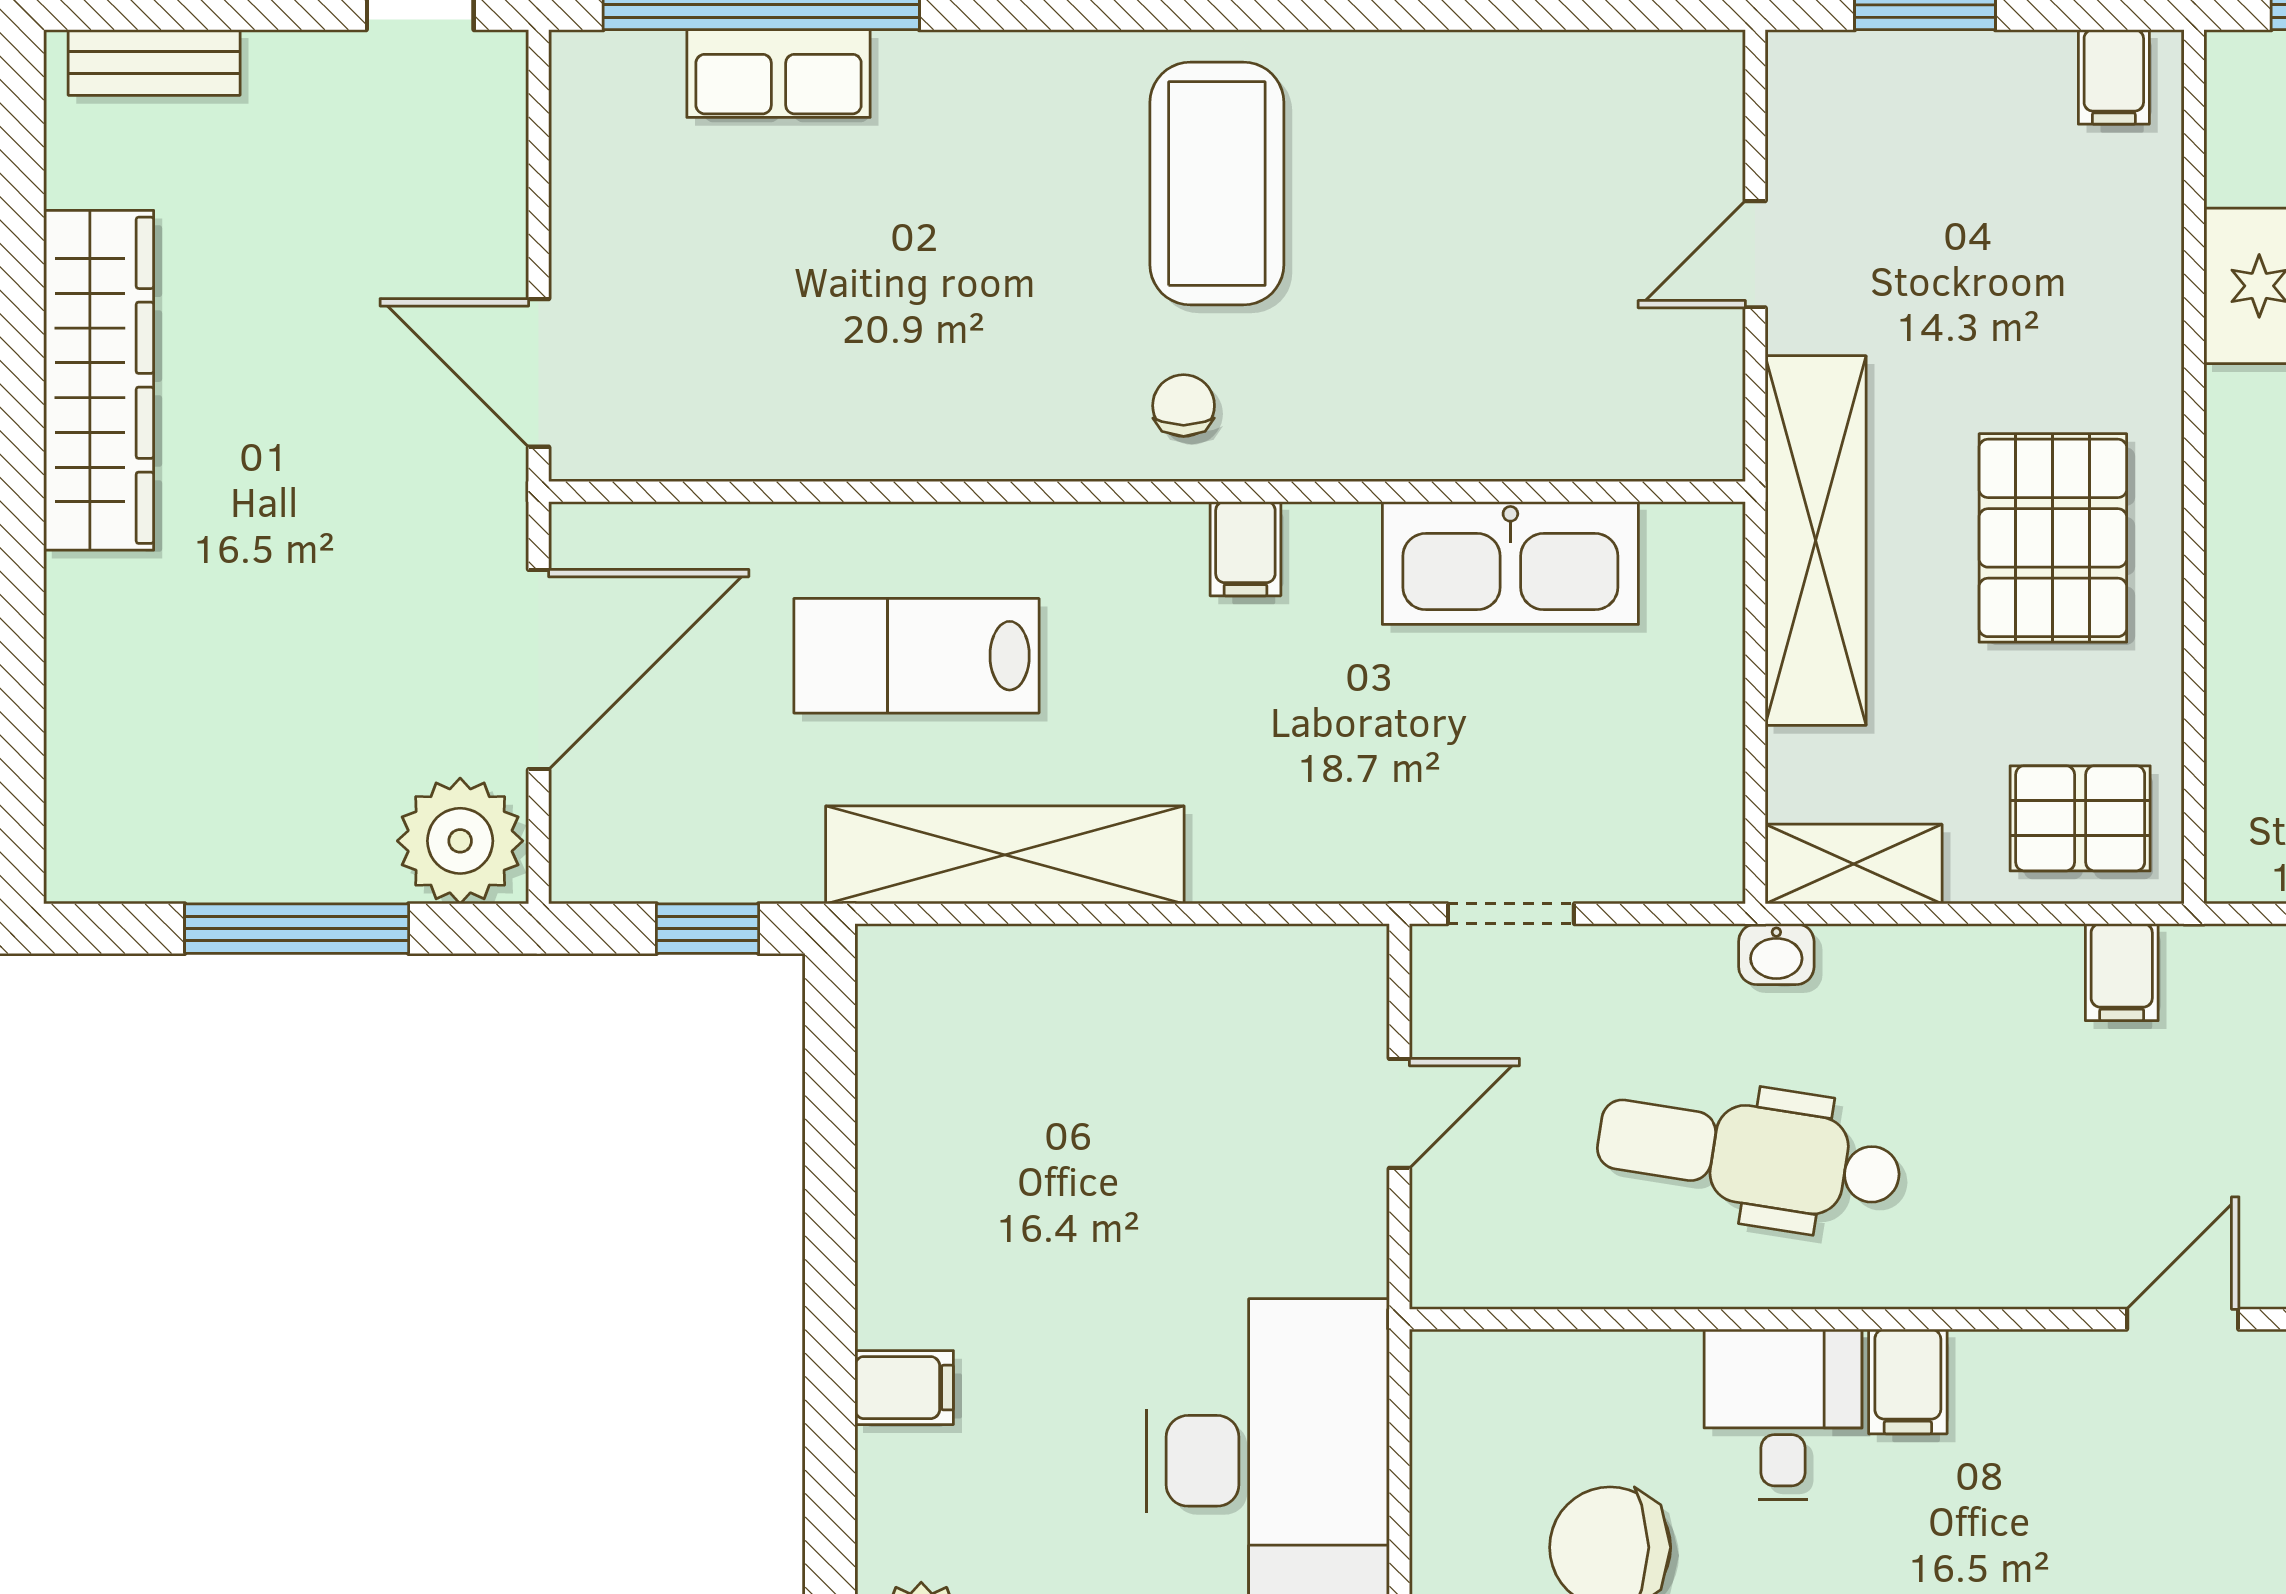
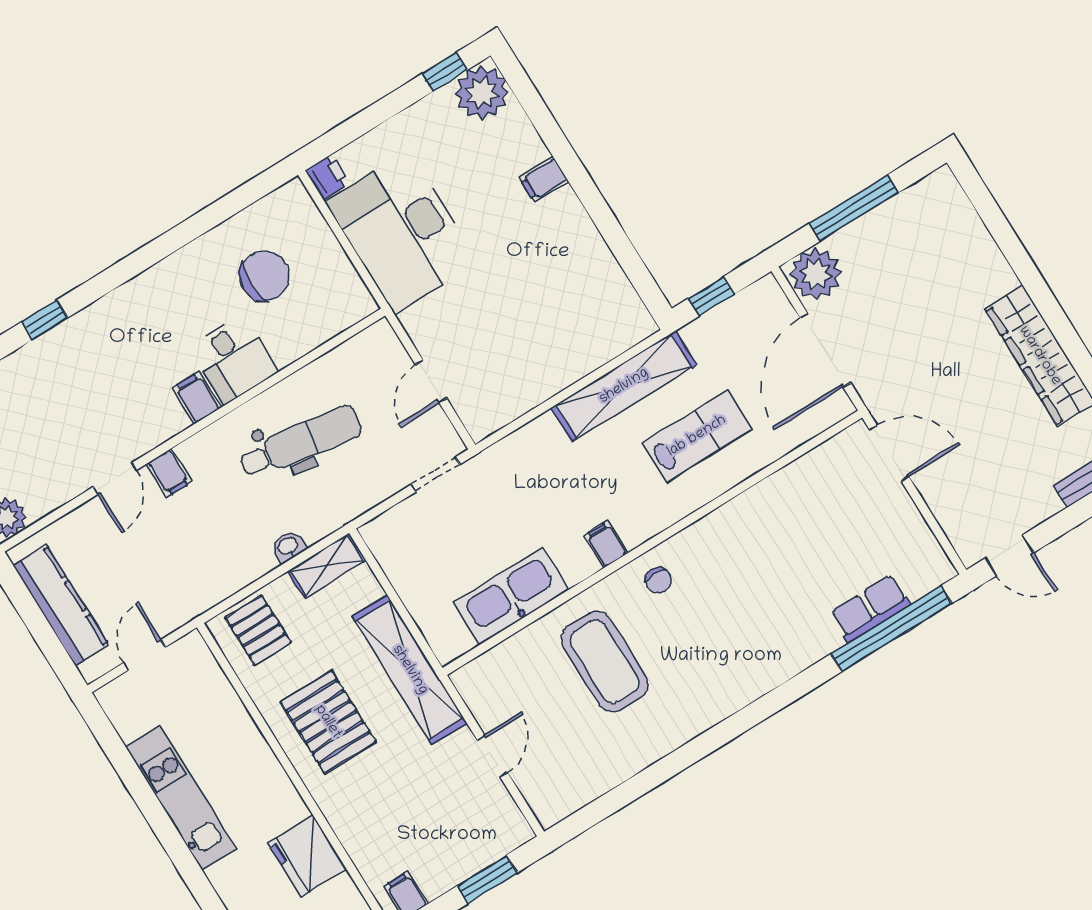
coffee table: (1217, 184) -> (605, 662), moved
pallet: (2080, 818) -> (258, 630), turned 90
washbasin: (1776, 954) -> (288, 546), moved
filing cabinet: (2122, 972) -> (169, 473), moved, turned 180

